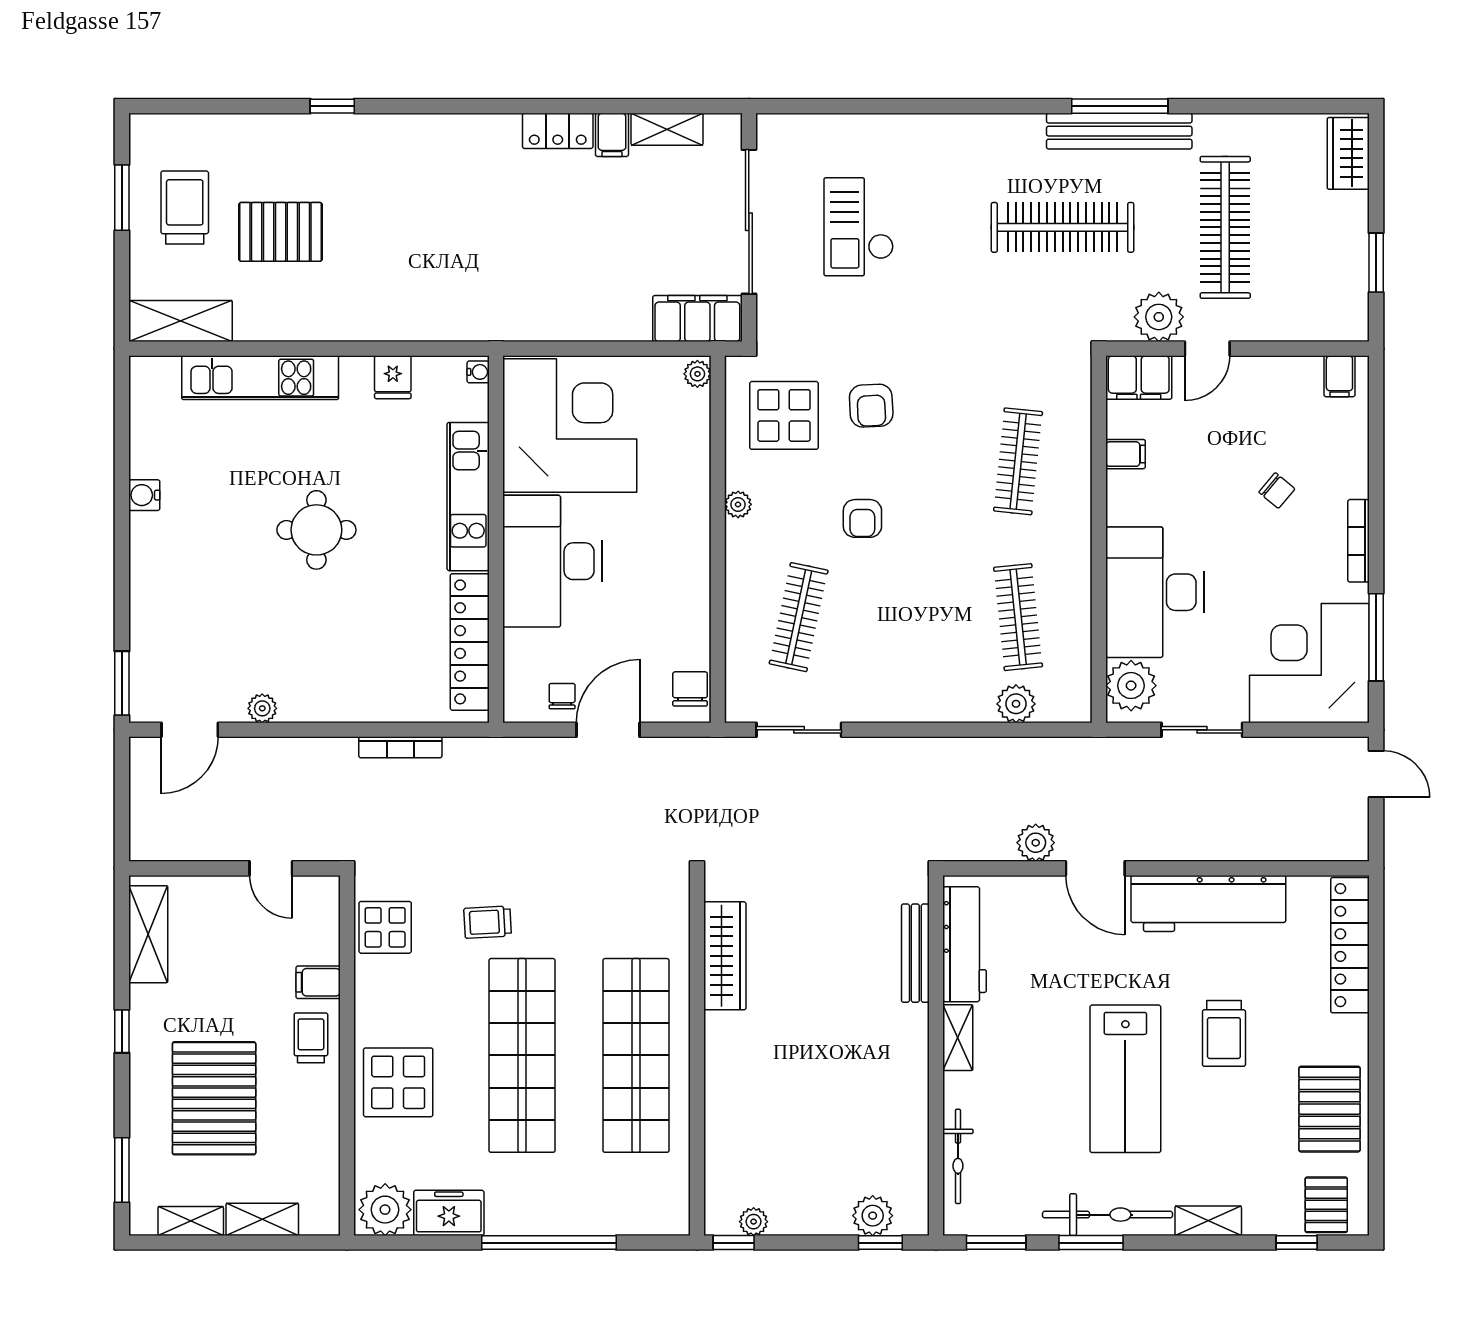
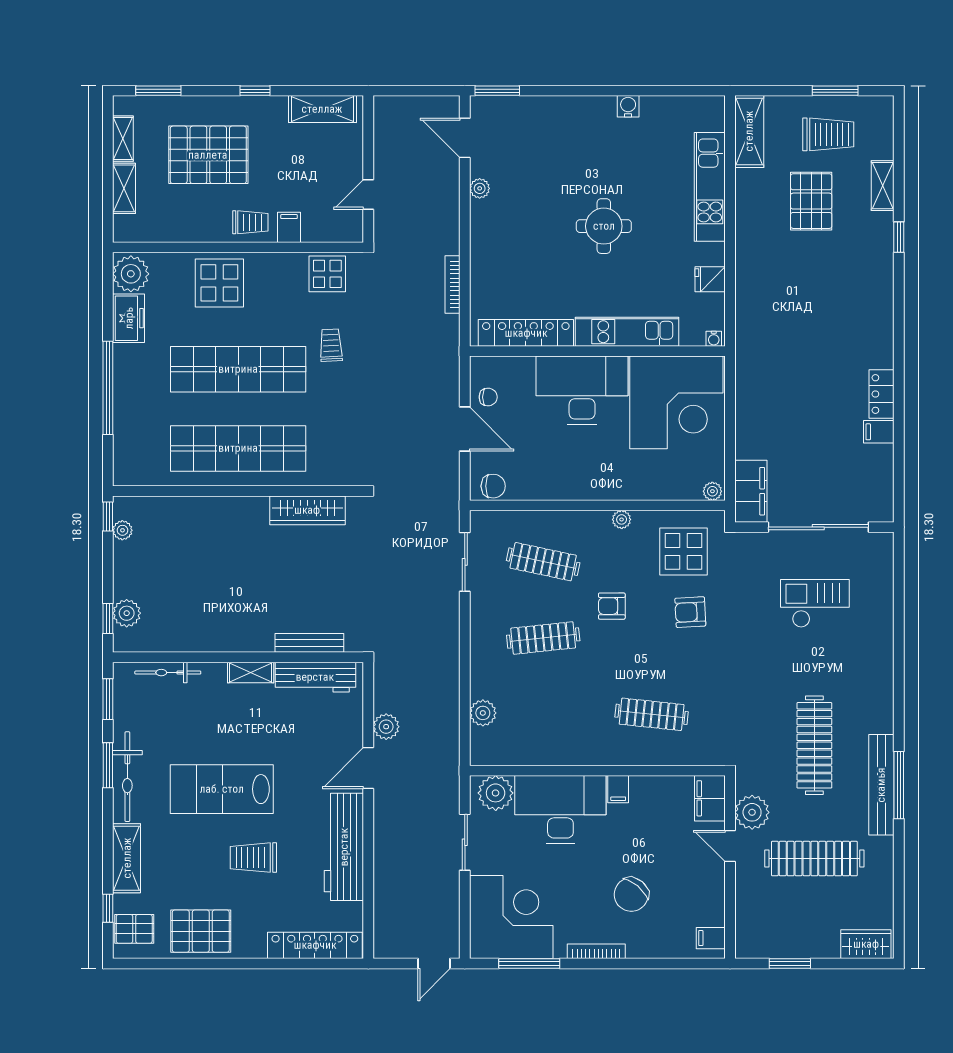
shelving: (667, 129) -> (883, 186), moved
filing cabinet: (1126, 454) -> (618, 789), moved
chair: (1277, 491) -> (631, 894), width x1.87, depth x1.87
clothes rail: (1018, 617) -> (543, 638), moved
shelving: (1208, 1221) -> (127, 858), width x1.50, depth x1.33

